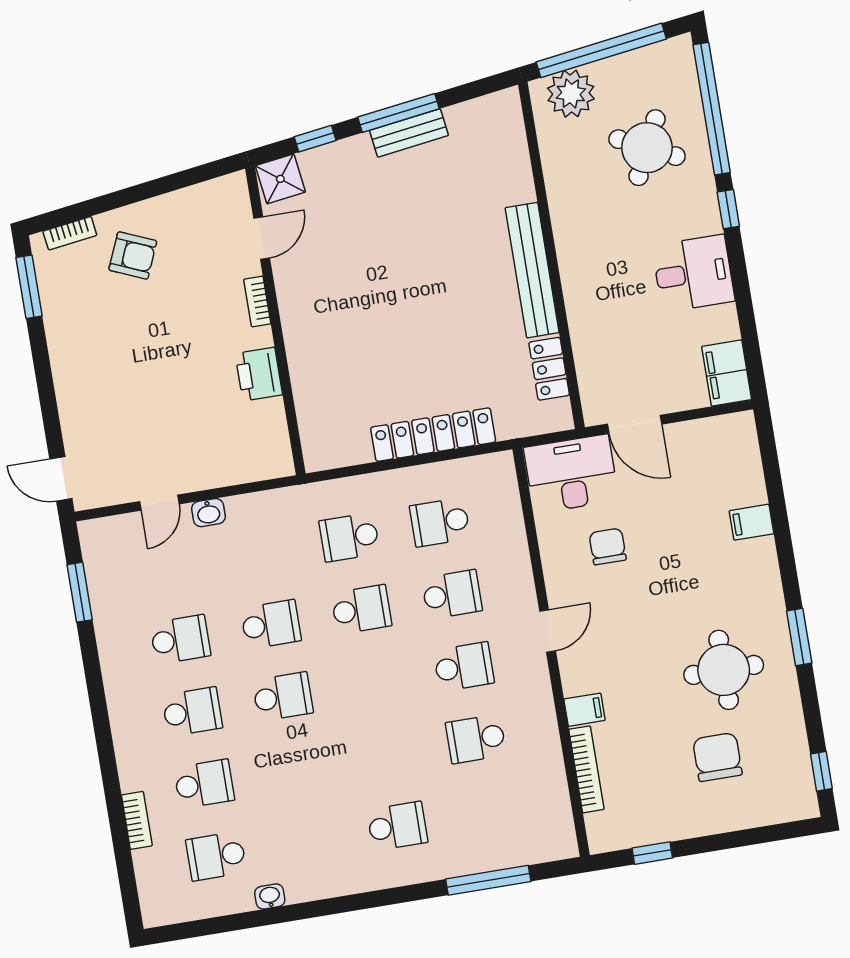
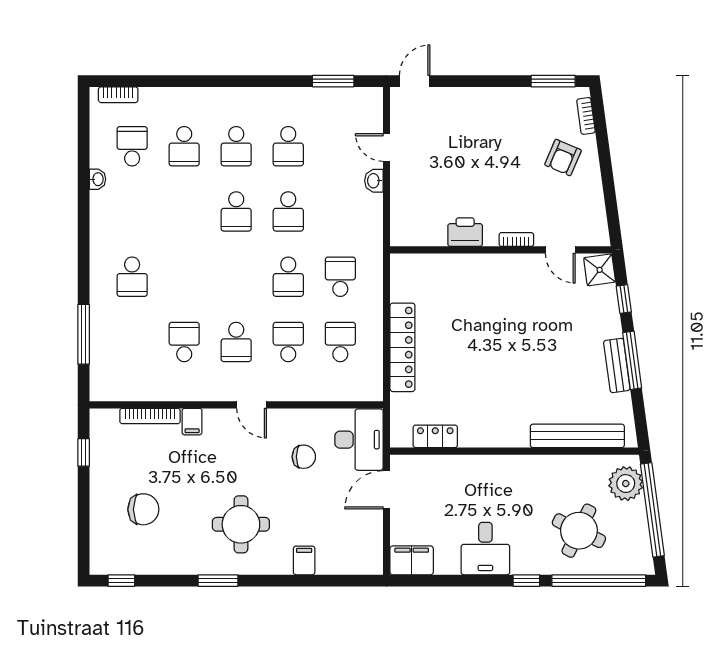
bench: (532, 270) -> (577, 436), moved
school desk: (452, 594) -> (288, 342), turned 180
round table: (724, 670) -> (241, 524), moved
bookcase: (137, 820) -> (118, 95), moved

